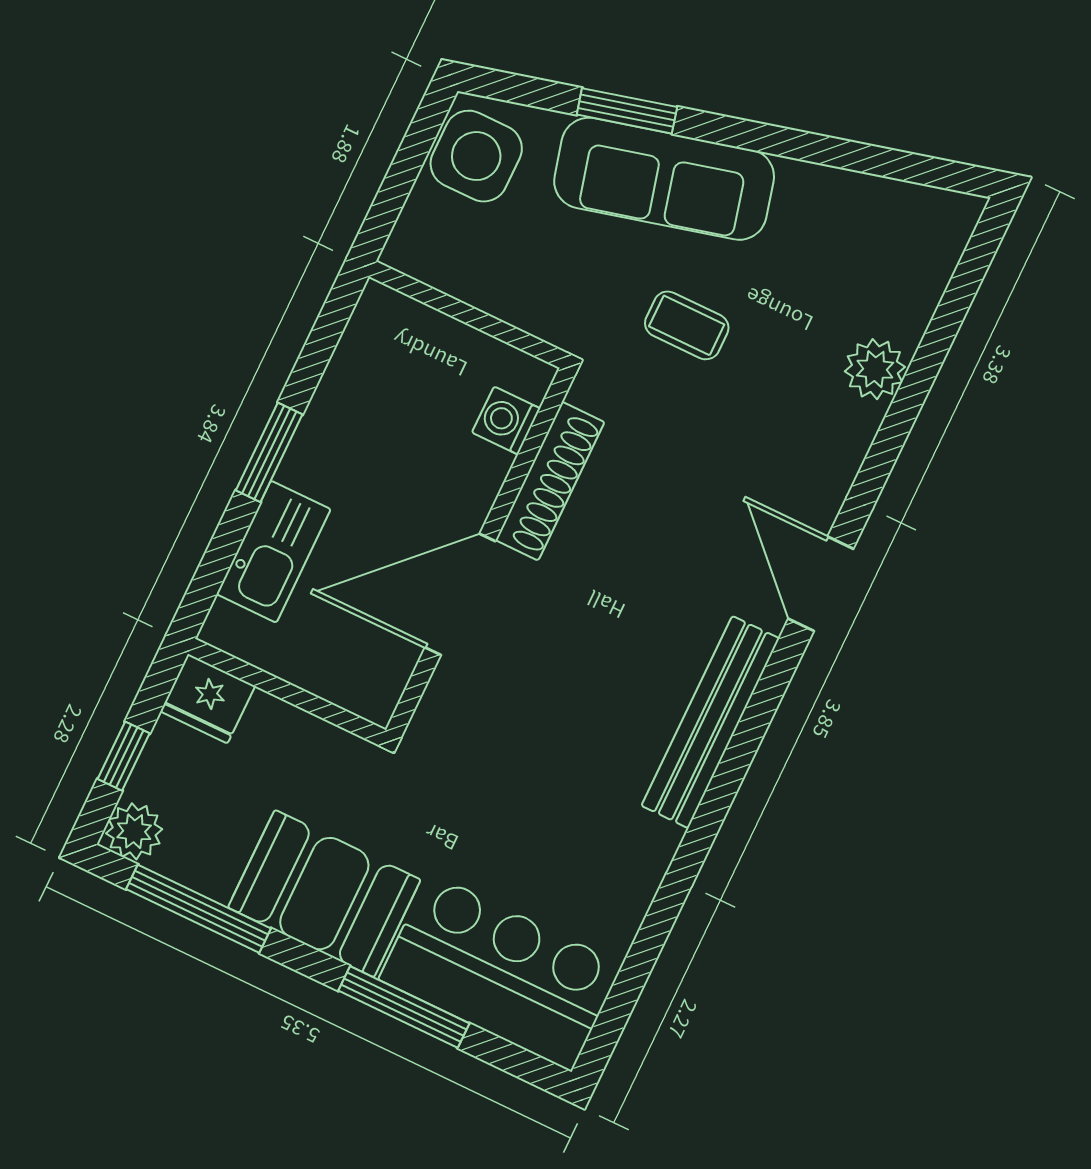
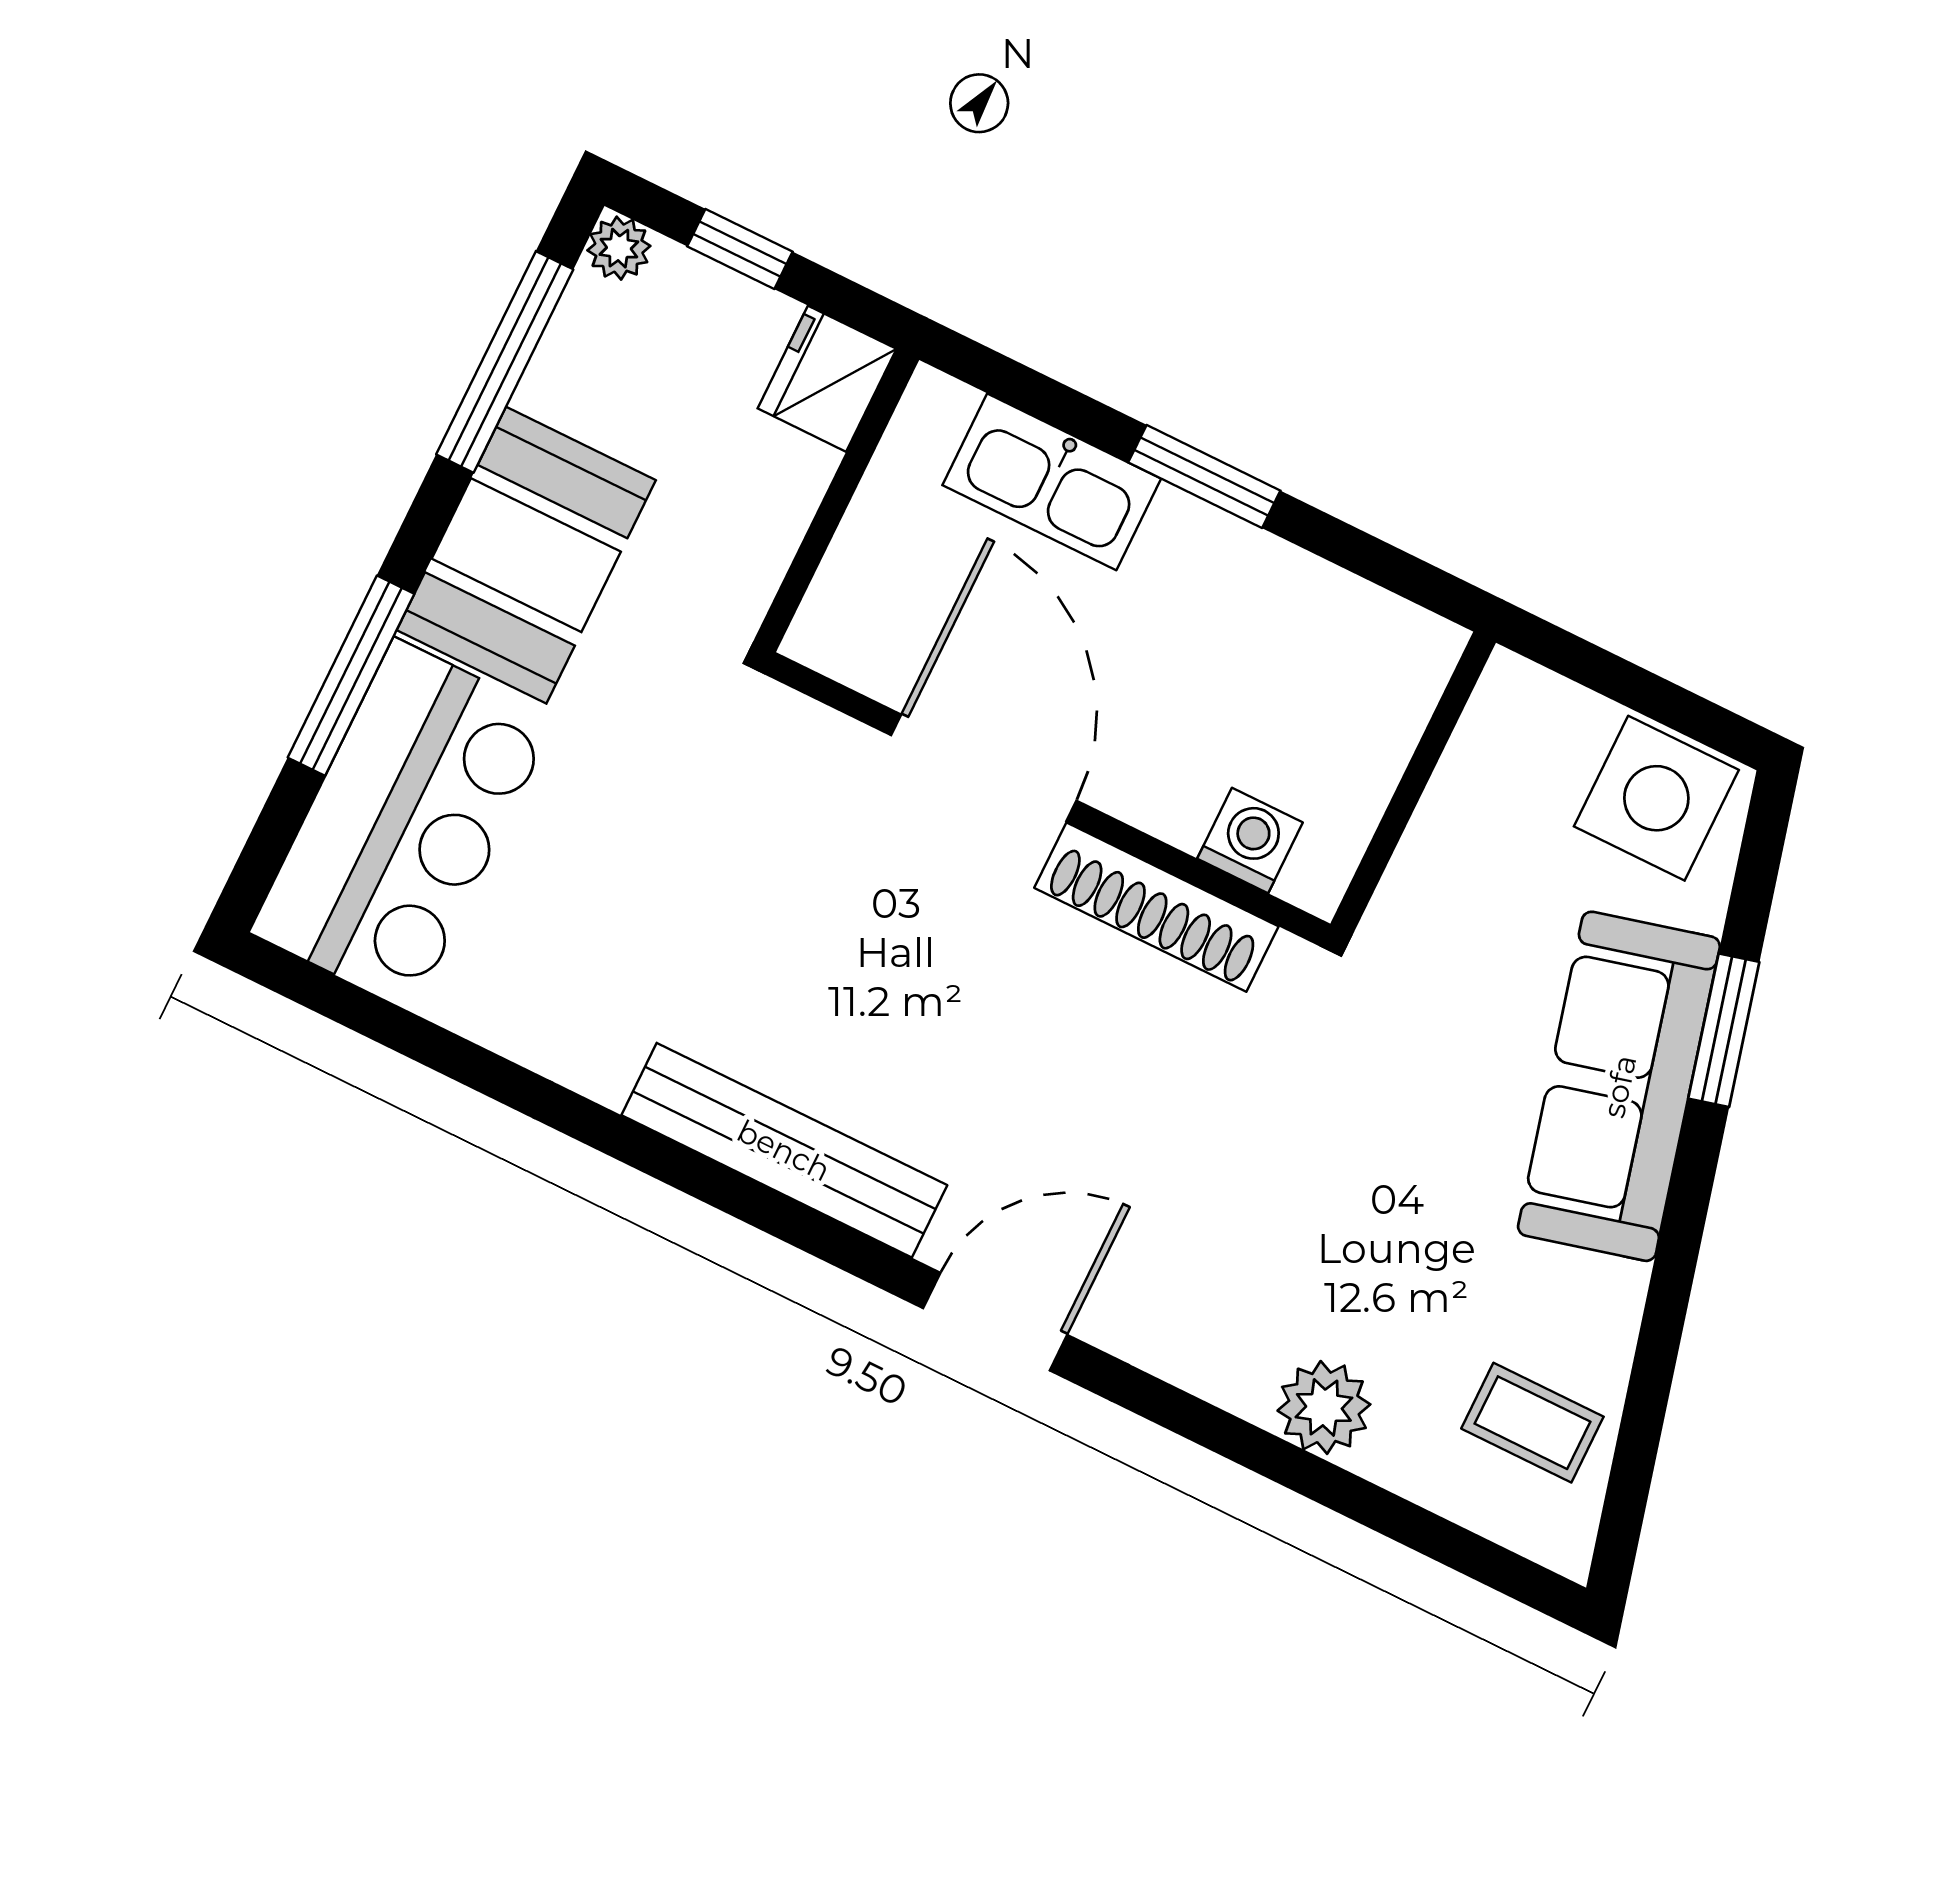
coffee table: (687, 325) -> (1532, 1423), moved, turned 90
plant: (134, 831) -> (619, 248), width x0.73, depth x0.73

